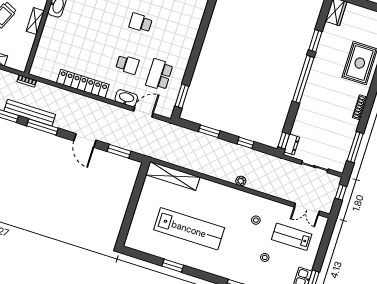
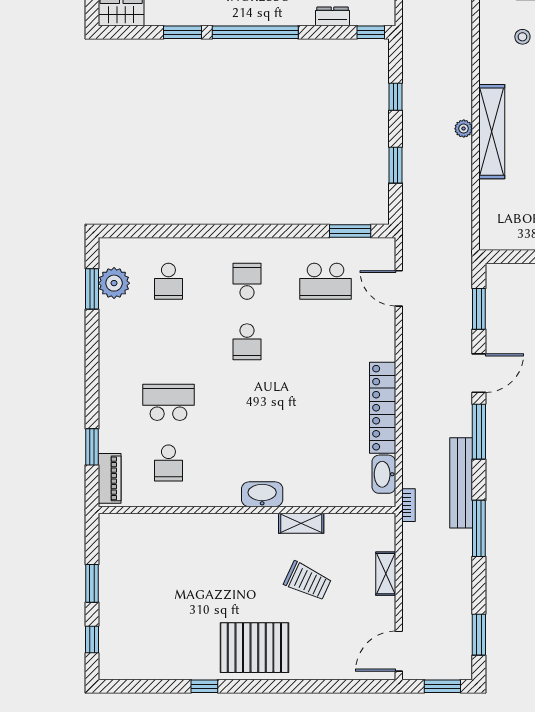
school desk: (127, 64) -> (247, 281), moved
washbasin: (126, 98) -> (384, 474), moved
window: (42, 127) -> (479, 432), moved
dresser: (292, 145) -> (333, 16), moved
shelving: (173, 176) -> (492, 132), moved
plant: (241, 181) -> (464, 129), moved

